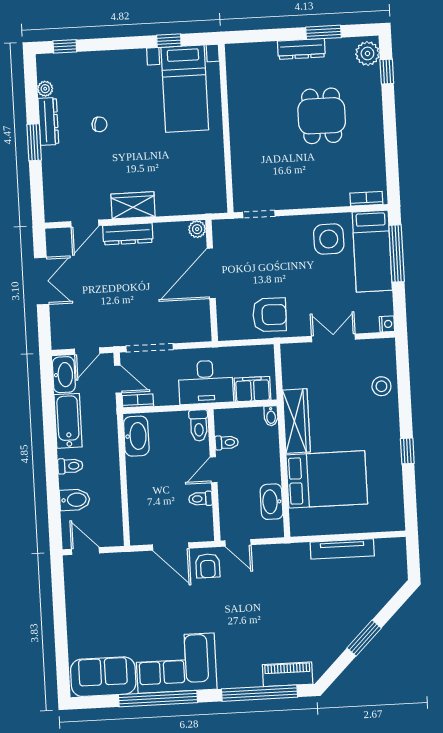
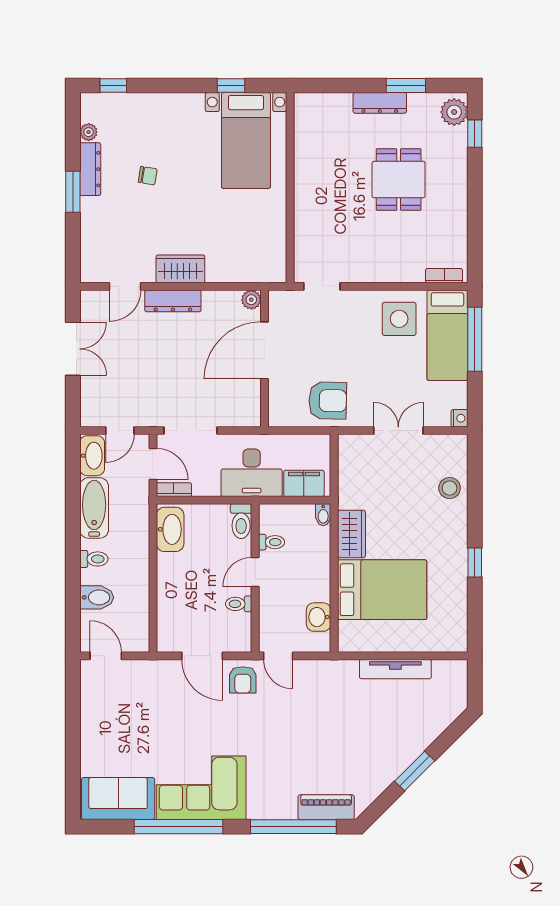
wardrobe: (296, 421) -> (352, 534), width x0.67
washbasin: (272, 502) -> (319, 617), width x0.72

